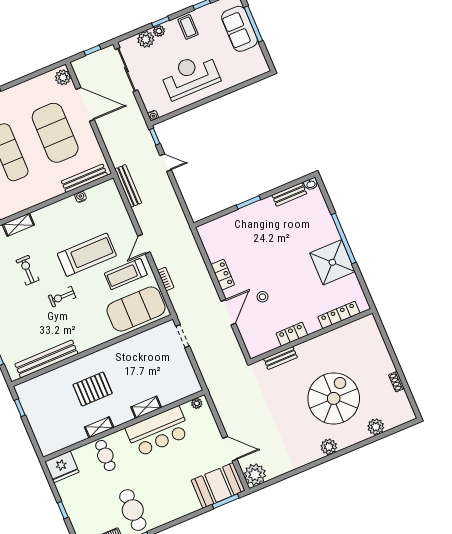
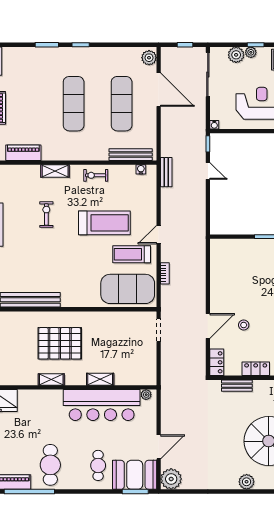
exercise mat: (55, 133) -> (122, 104), width x0.68
bench: (128, 186) -> (166, 172), width x0.73
water cooler: (81, 197) -> (141, 169), moved
locker: (223, 275) -> (217, 362), moved
exercise bike: (62, 297) -> (96, 175), moved
pallet: (93, 389) -> (60, 343), width x1.37, depth x1.41
bar counter: (158, 431) -> (102, 405), width x1.36
door: (230, 449) -> (159, 447), hinge flipped
cafe table: (105, 456) -> (98, 465), moved

